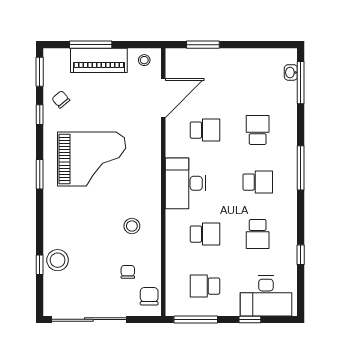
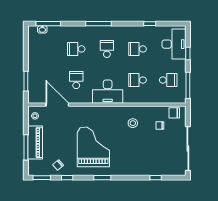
school desk: (205, 234) -> (138, 80), turned -90
school desk: (258, 234) -> (138, 49), turned 180
stool: (58, 260) -> (153, 167), removed
school desk: (205, 286) -> (168, 80), turned -90

